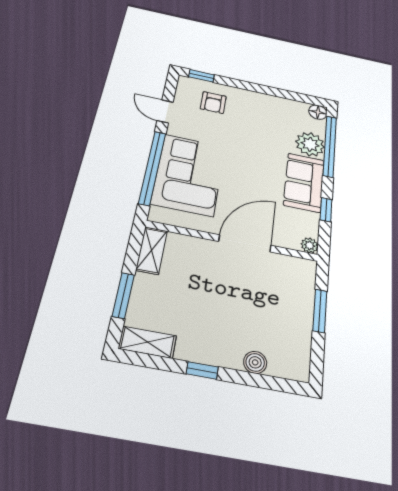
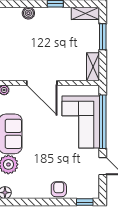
armchair: (213, 103) -> (59, 189), moved
door: (245, 243) -> (42, 83), hinge flipped

